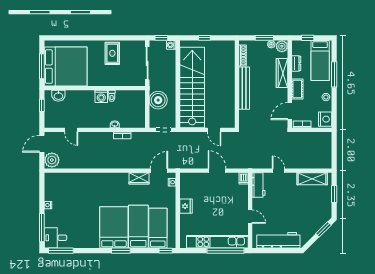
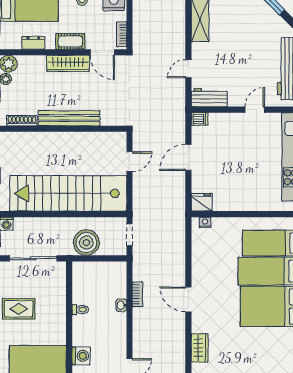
wardrobe: (282, 73) -> (68, 63), moved
washing machine: (101, 96) -> (81, 356), moved
door: (159, 171) -> (188, 300), moved
wardrobe: (139, 178) -> (200, 348), moved
fridge: (186, 206) -> (202, 202), moved

